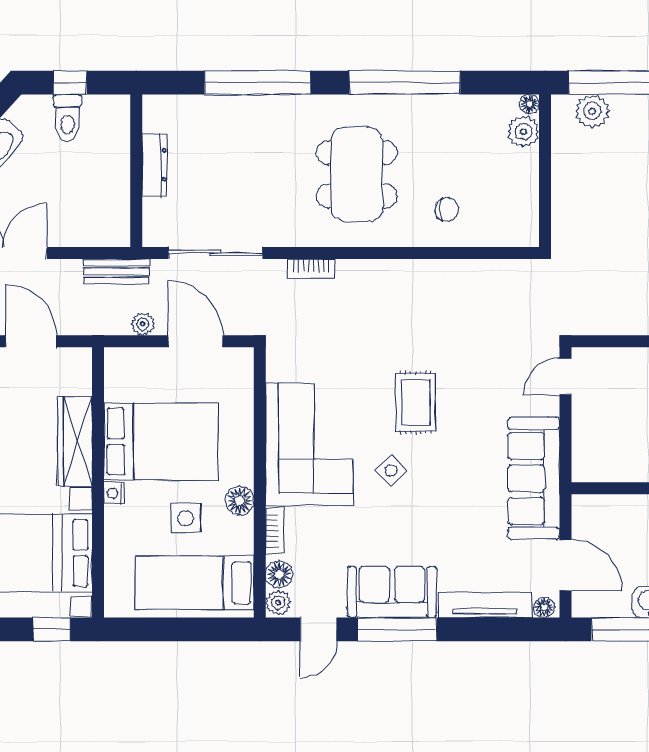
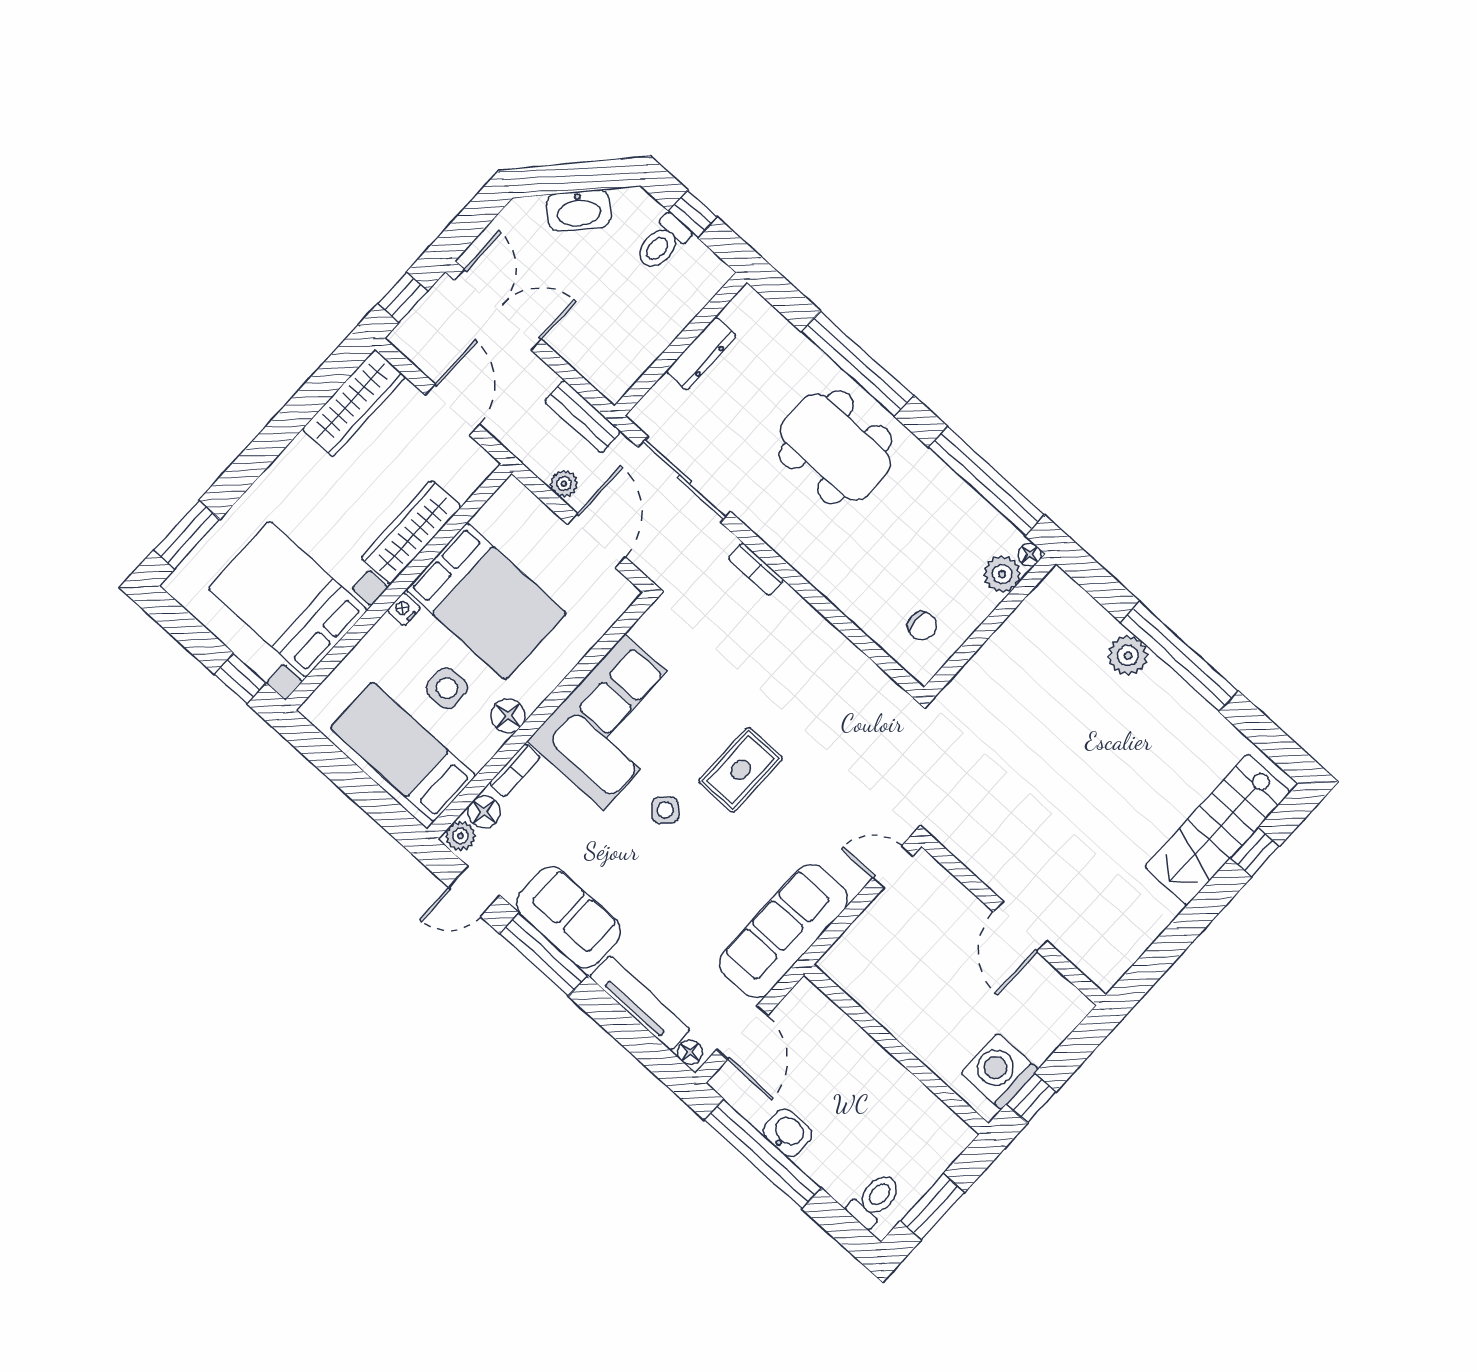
floor lamp: (529, 104) -> (1030, 555), moved
plant: (523, 132) -> (1002, 574), moved
wall: (545, 171) -> (990, 626), moved
dining table: (357, 174) -> (835, 447), moved, turned 90

